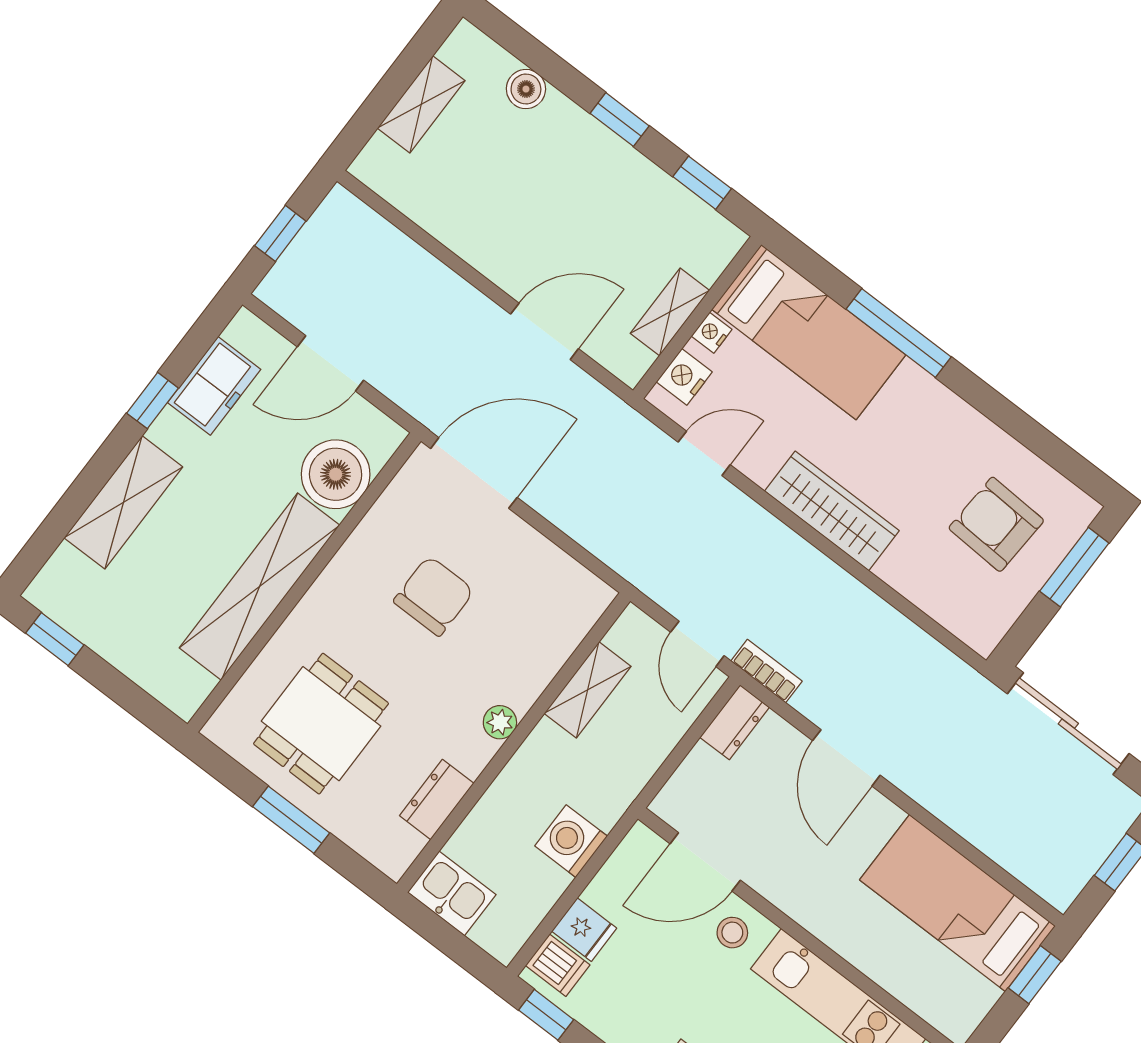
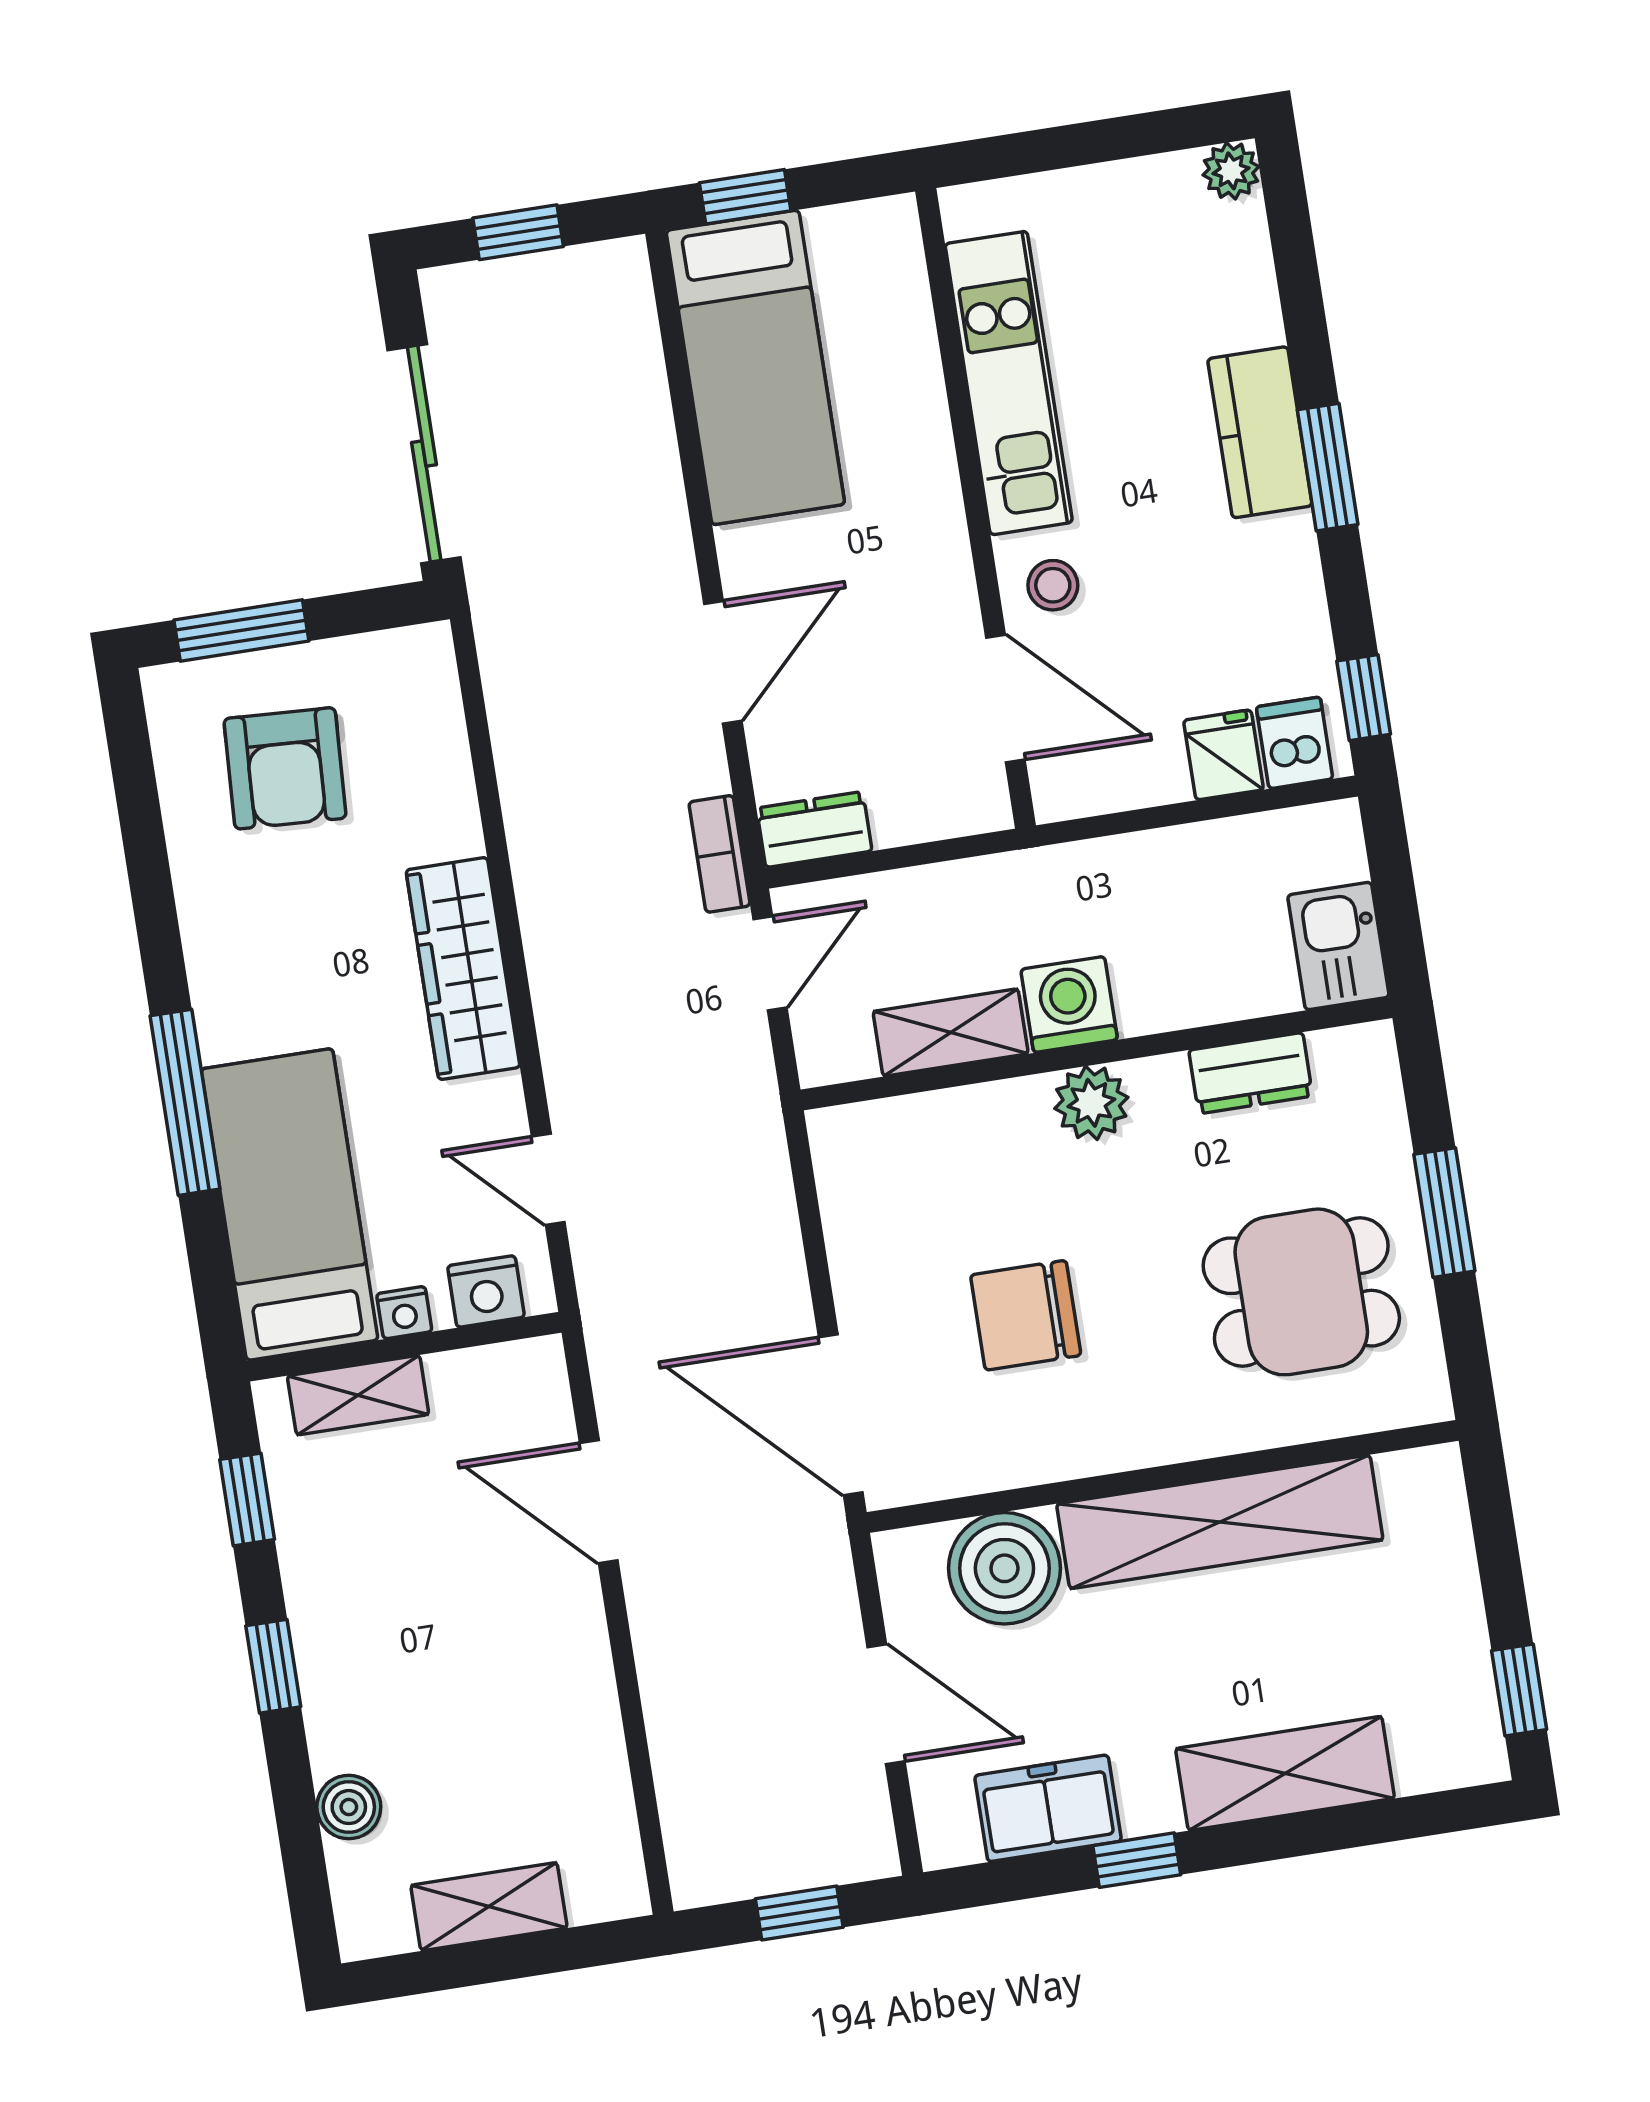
shelving: (670, 312) -> (358, 1395), moved
plant: (500, 722) -> (1091, 1103), width x1.38, depth x1.38
washing machine: (571, 841) -> (1069, 1005), moved, turned 180

